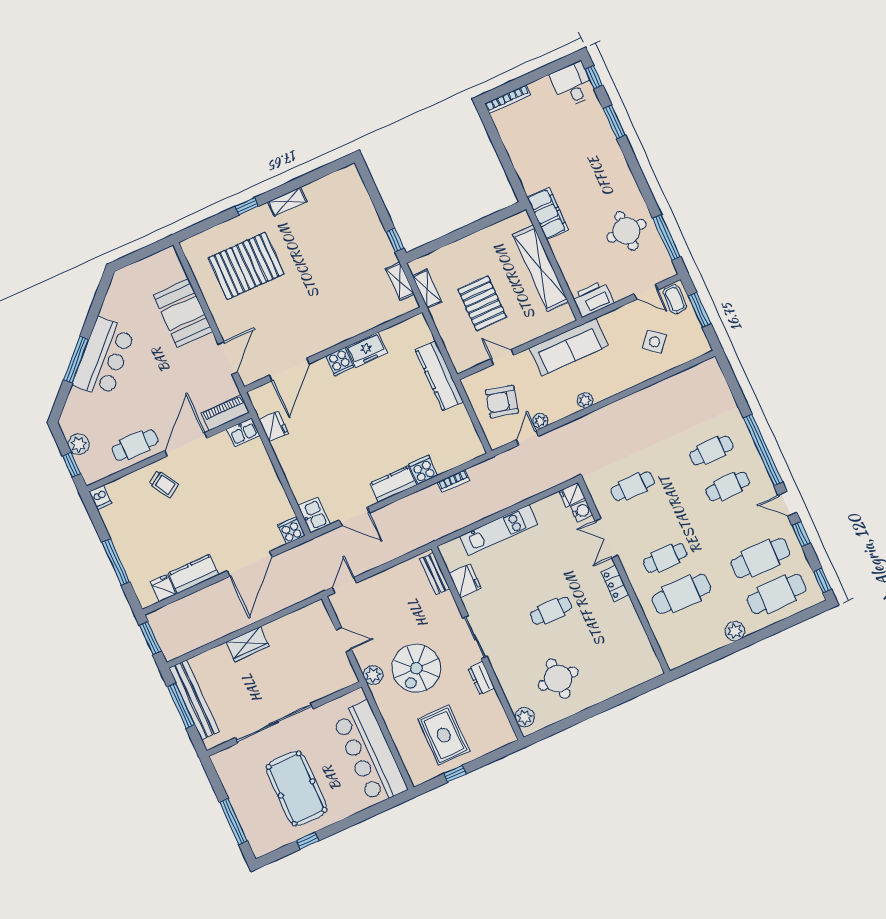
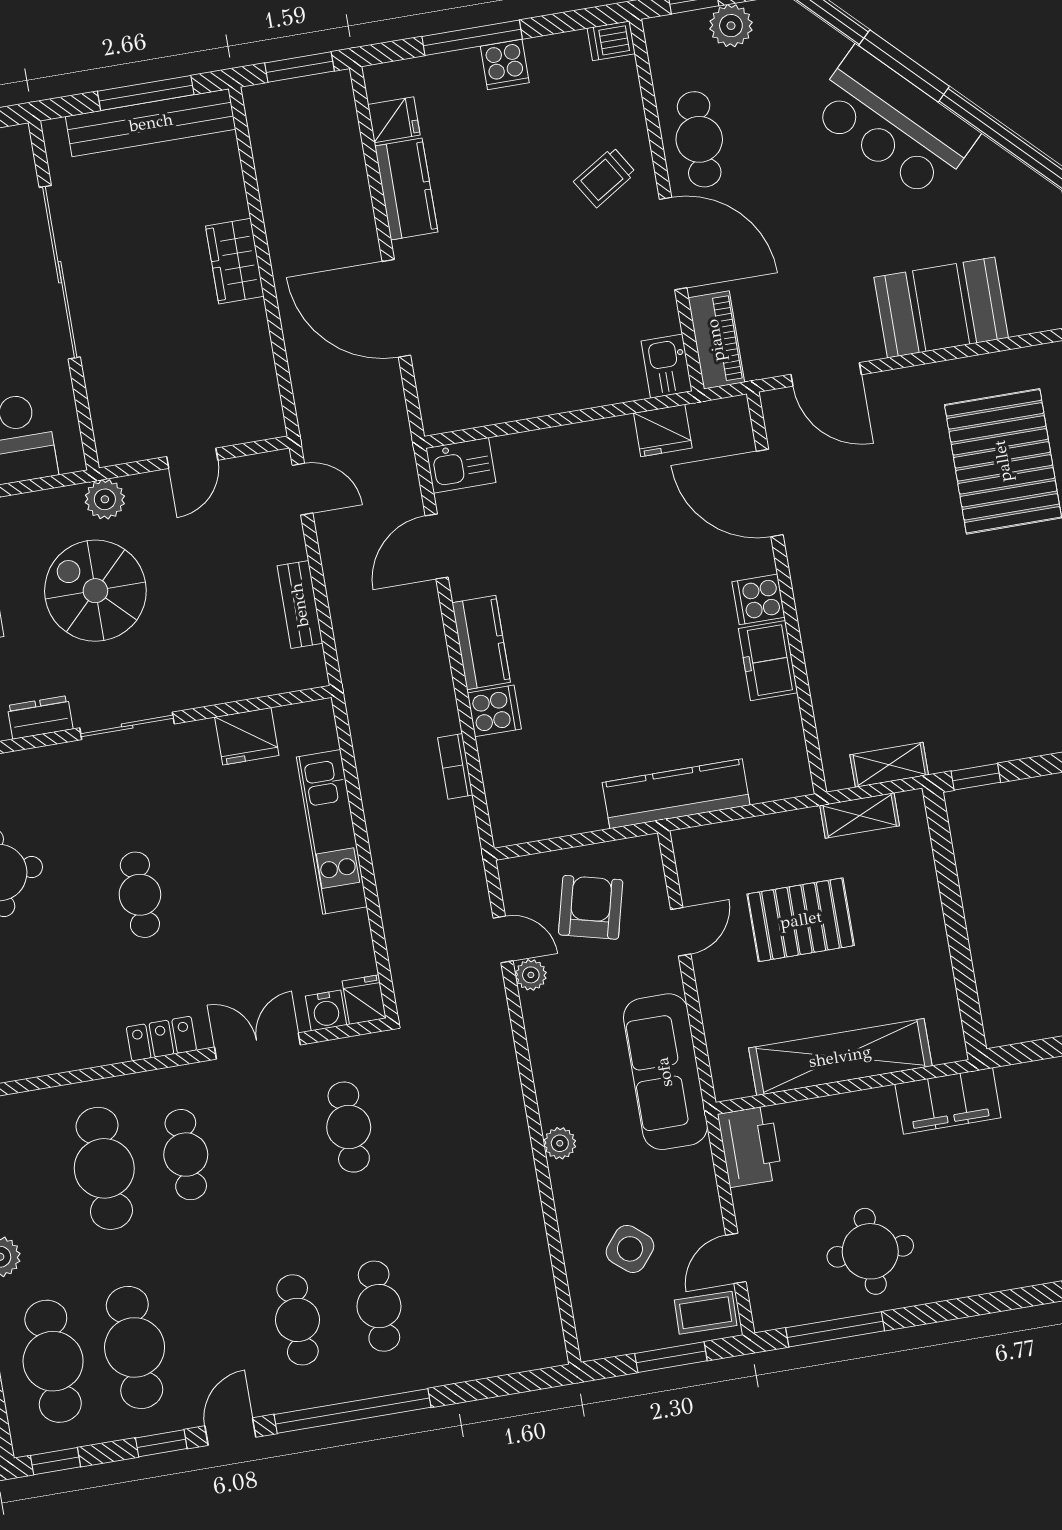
plant: (585, 400) -> (560, 1143), moved
cooker: (291, 531) -> (505, 64), moved, turned 90
bench: (435, 574) -> (300, 605), moved, turned 90

